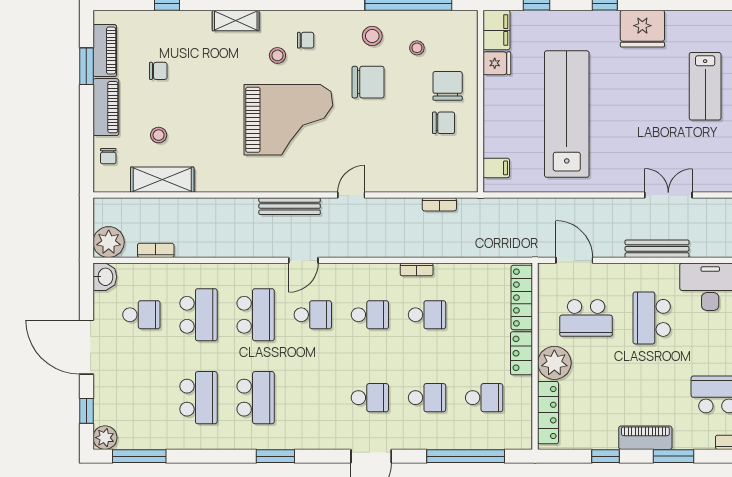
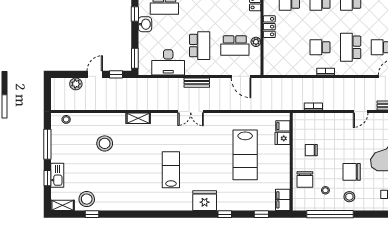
fridge: (497, 63) -> (283, 138), moved
chair: (448, 86) -> (305, 179), moved
lab bench: (567, 114) -> (245, 155), width x0.73
bench: (657, 249) -> (197, 83), width x0.73
locker: (522, 298) -> (269, 57), removed
school desk: (370, 315) -> (351, 47), width x1.85
school desk: (586, 318) -> (235, 46), turned 180
plant: (554, 363) -> (256, 42), moved, width x0.53, depth x0.53

